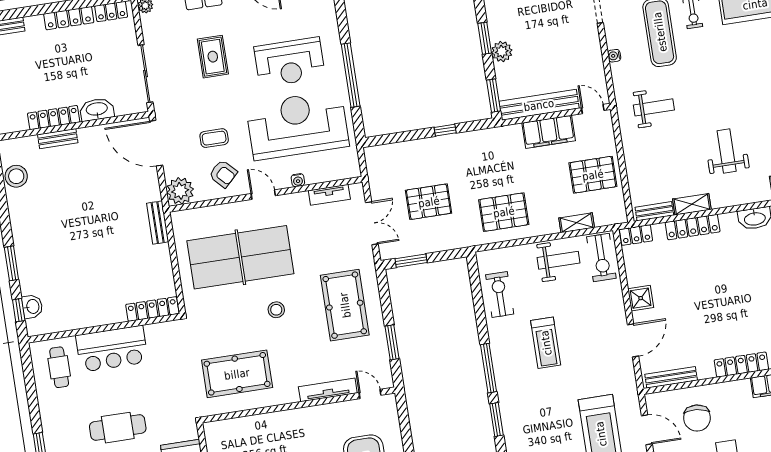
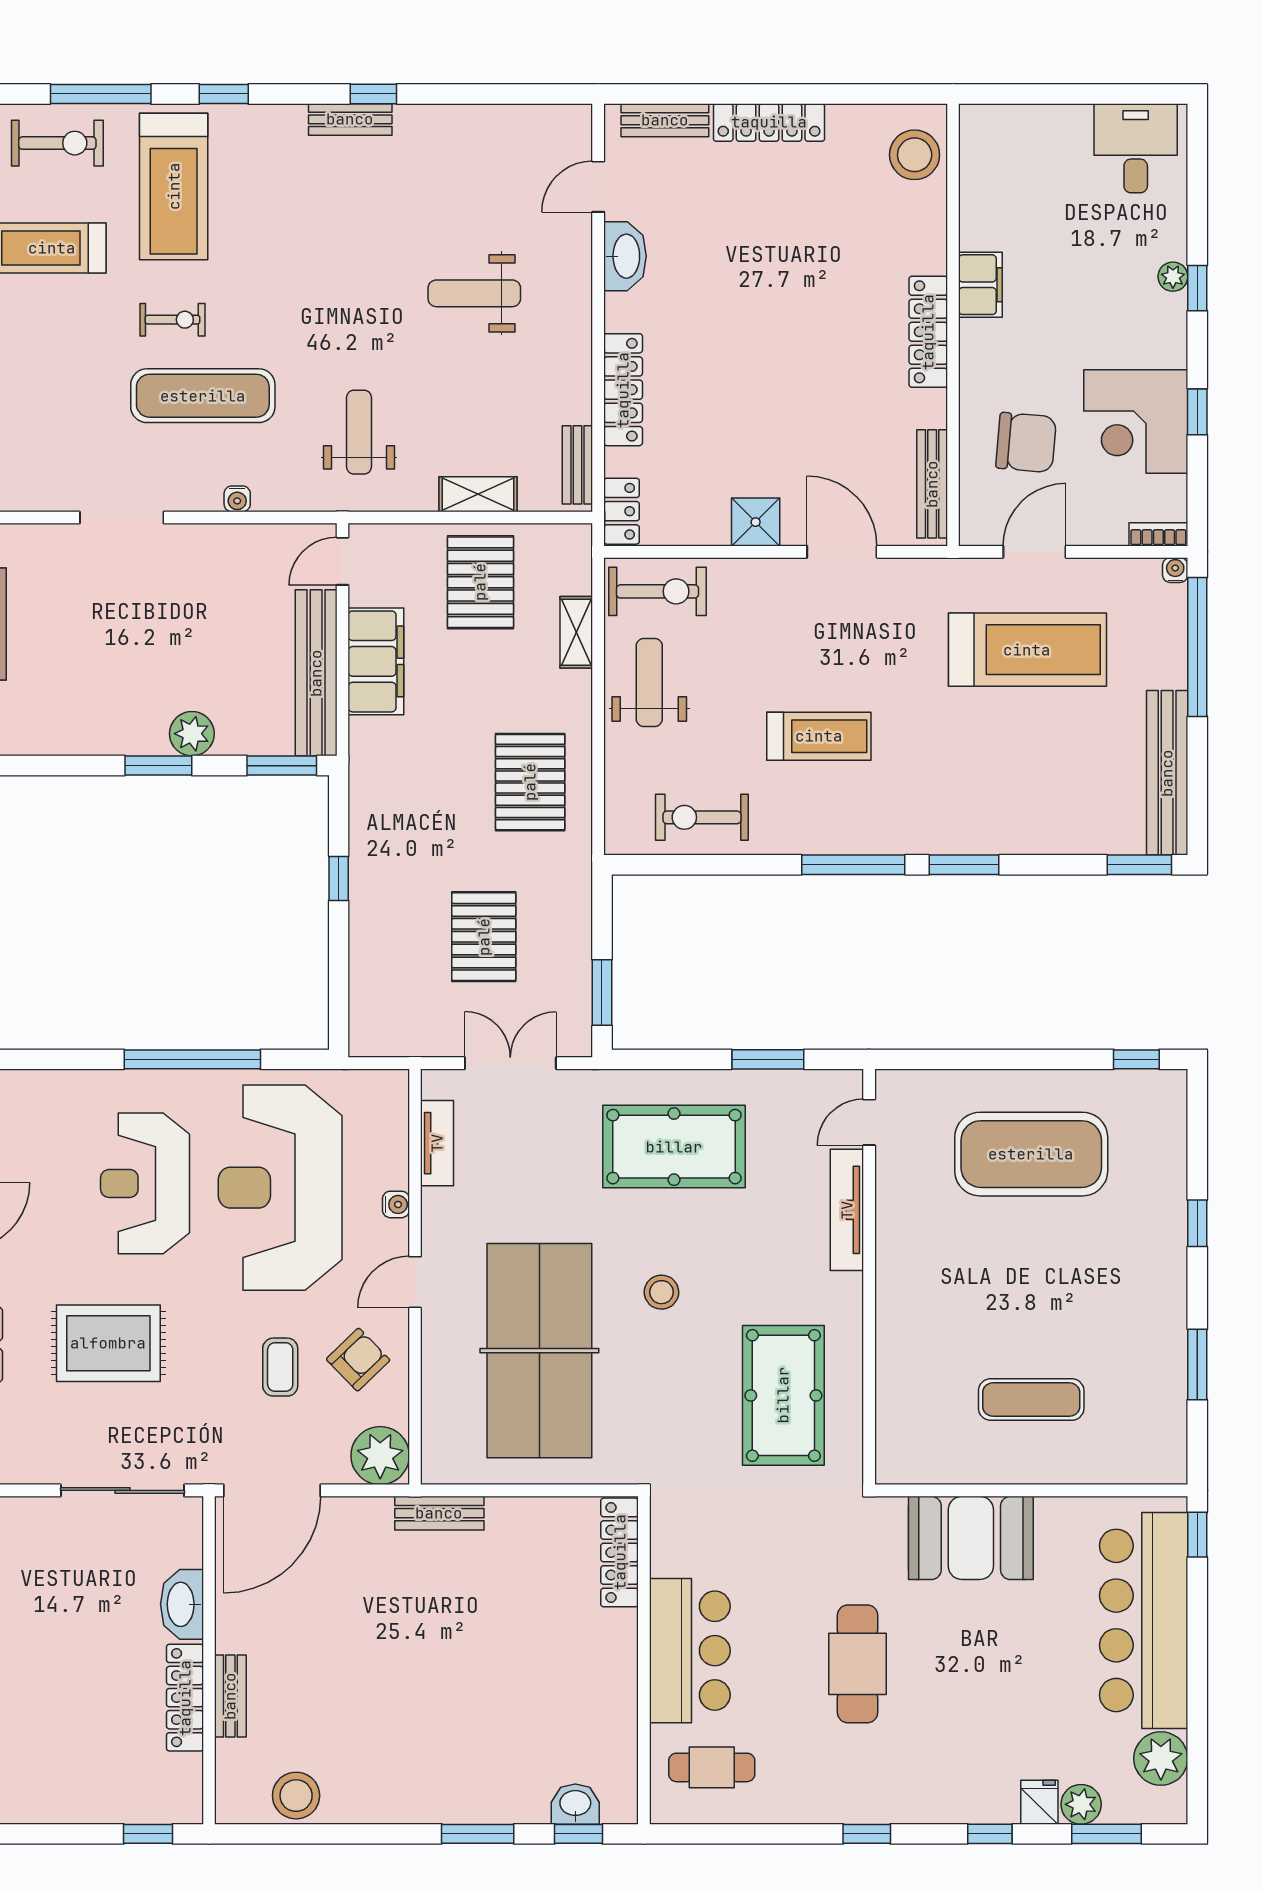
rug: (213, 57) -> (108, 1343), width x1.36, depth x1.43
reception desk: (290, 62) -> (145, 1183), turned 180
shelving: (692, 204) -> (478, 494), moved, turned 90

